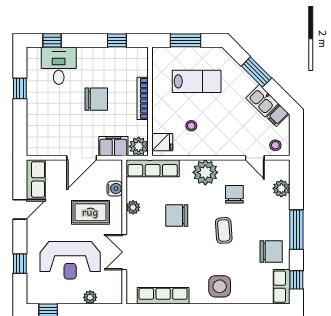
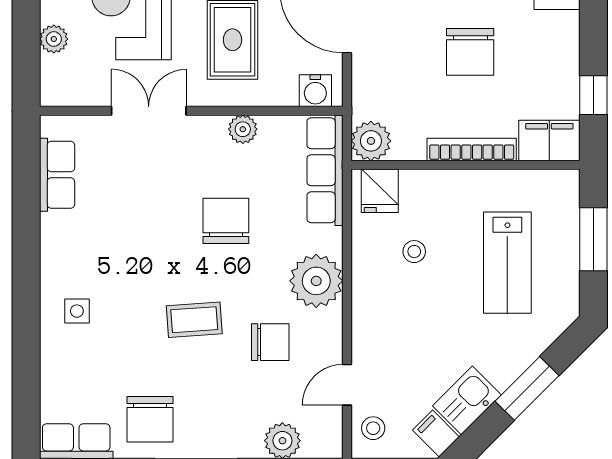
filing cabinet: (113, 146) -> (549, 140), moved, turned -90
water cooler: (115, 189) -> (315, 91), moved
side table: (220, 286) -> (77, 311), width x0.54, depth x0.54
row of seats: (163, 296) -> (57, 175), width x0.68

